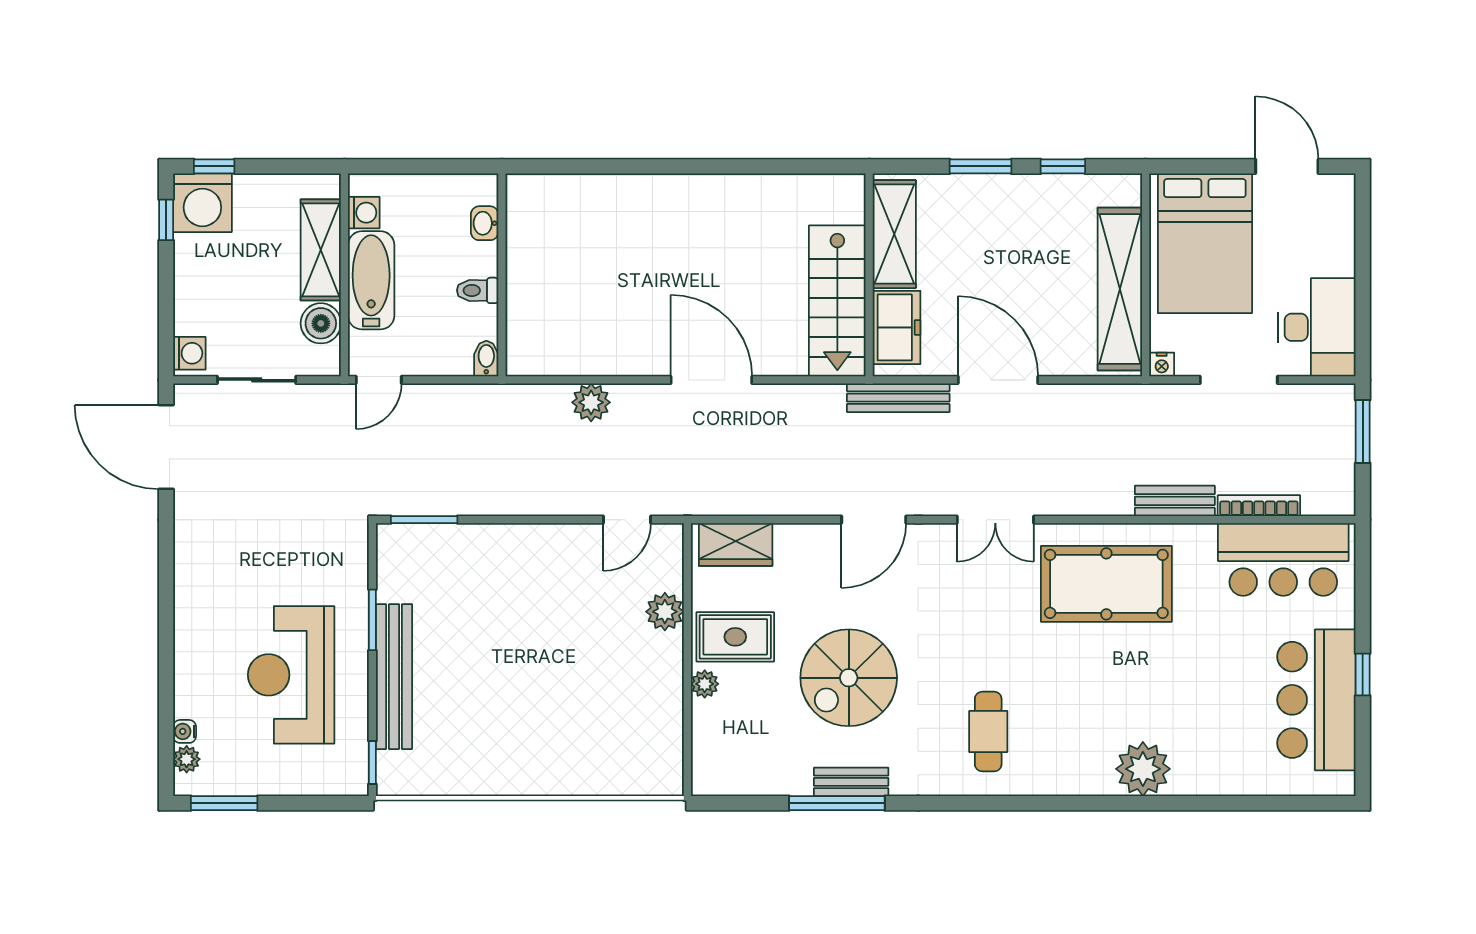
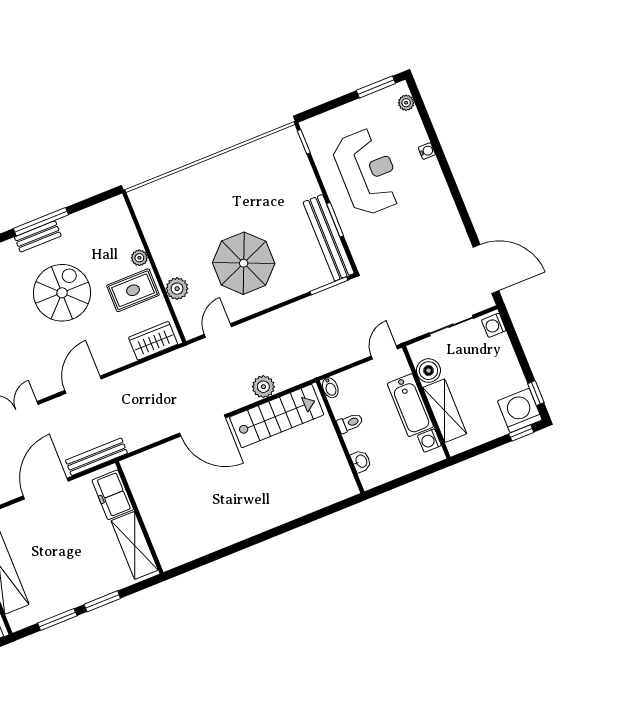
window: (1063, 166) -> (57, 619), width x1.50
stairs: (837, 301) -> (277, 416), moved, turned 90
door: (998, 380) -> (46, 489), swing flipped
parasol: (544, 609) -> (244, 263), added
bench: (394, 677) -> (329, 238), moved
water cooler: (185, 731) -> (427, 151), moved

